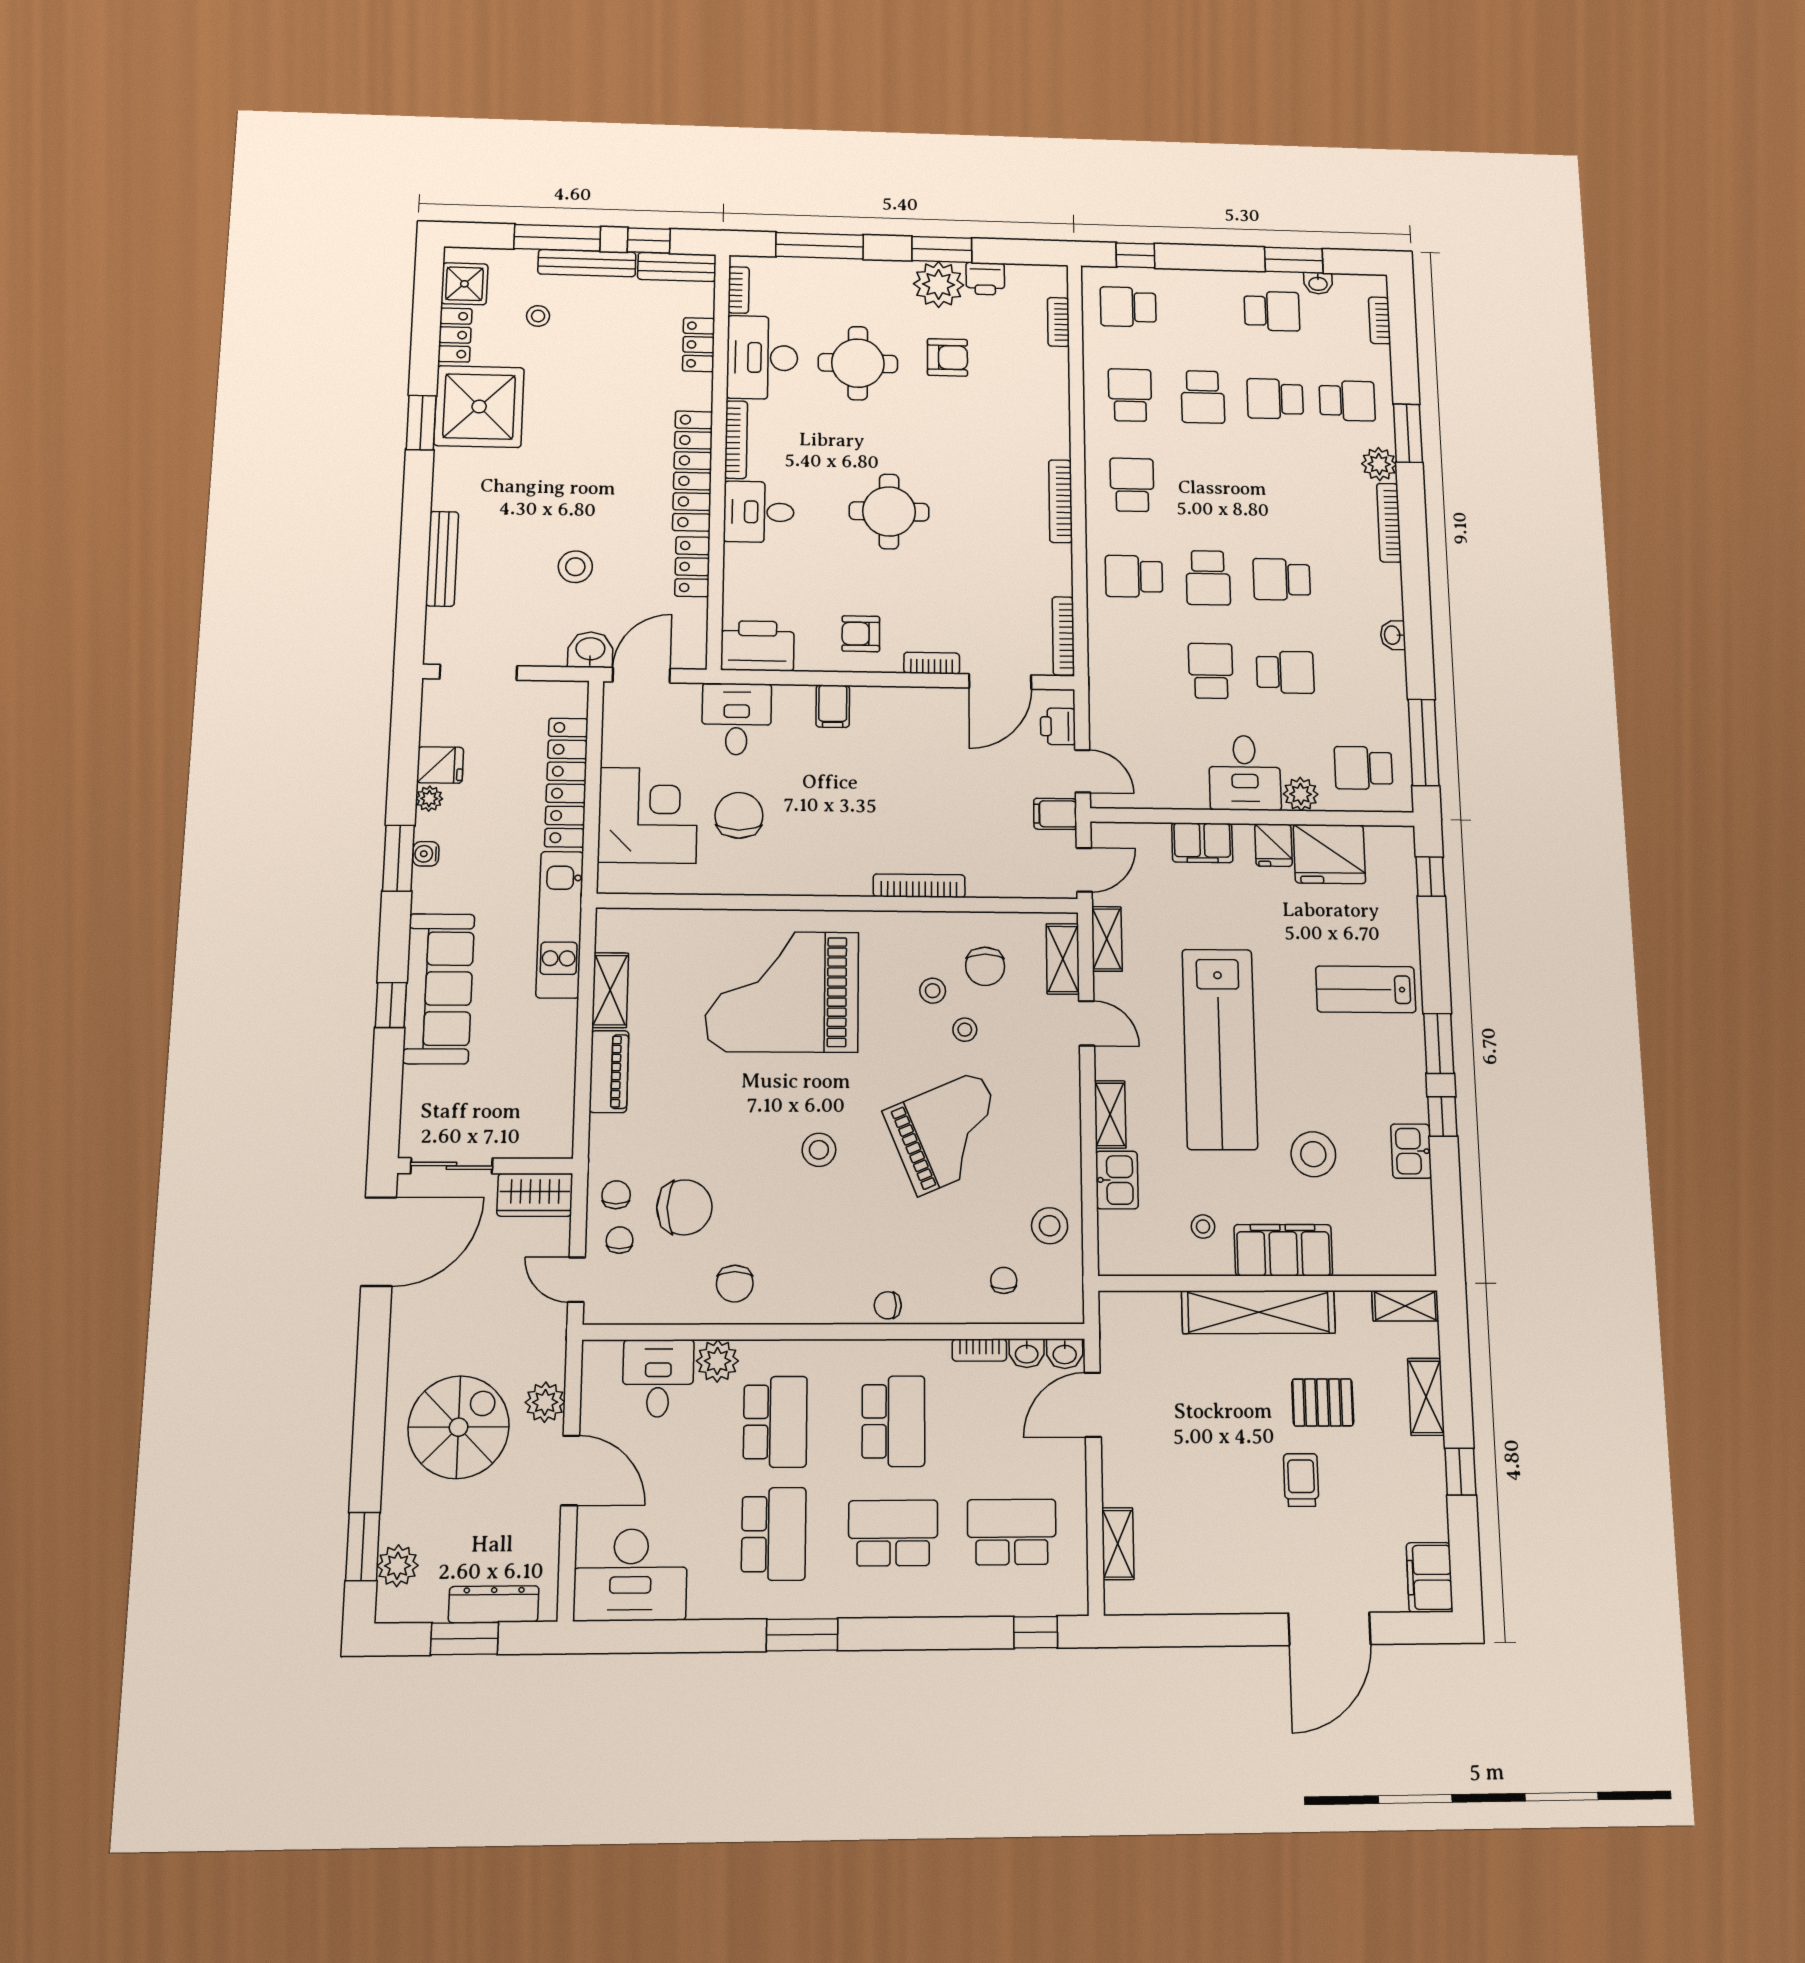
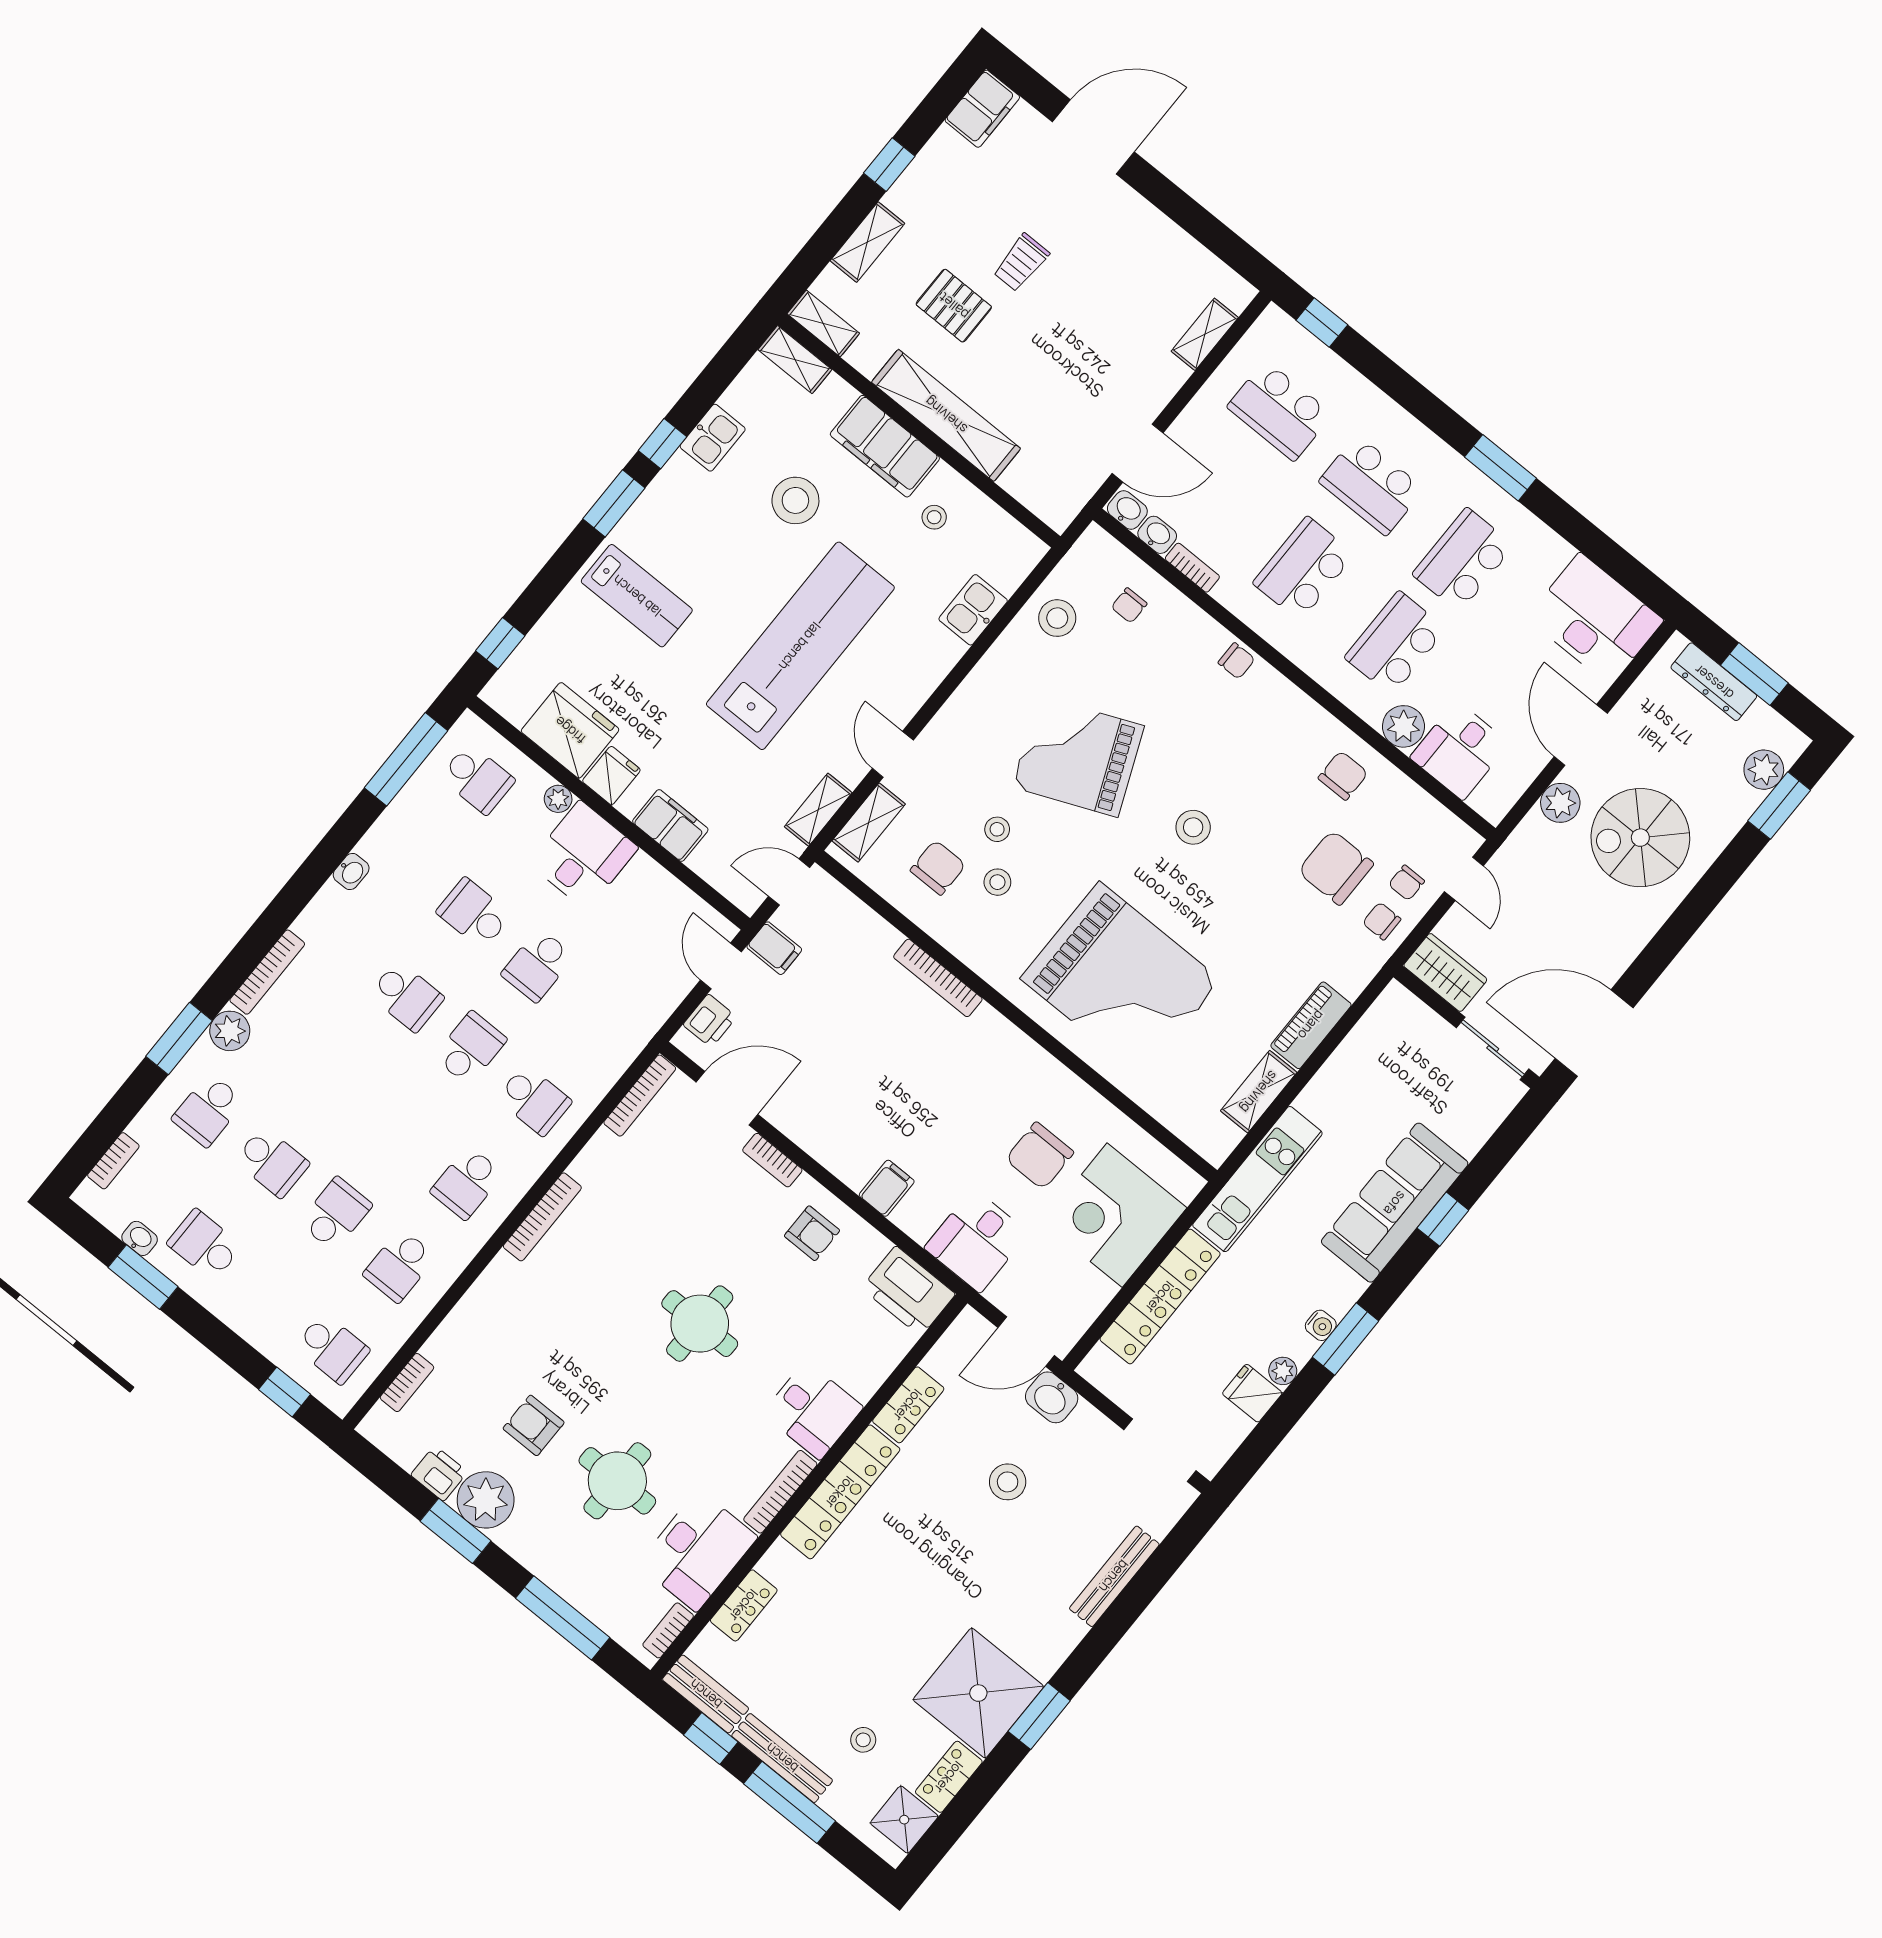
school desk: (1347, 401) -> (208, 1110), turned -90
plant: (1301, 794) -> (558, 799), width x0.73, depth x0.73
shelving: (1110, 1114) -> (795, 360), moved, turned 90
chair: (616, 1195) -> (1382, 921), turned 90

